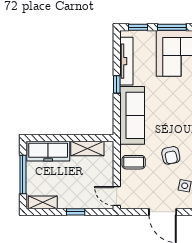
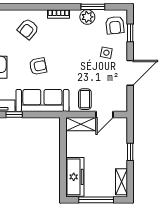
shelving: (87, 149) -> (81, 124), moved, turned 90
armchair: (171, 155) -> (38, 66), moved
door: (117, 196) -> (104, 115), moved

